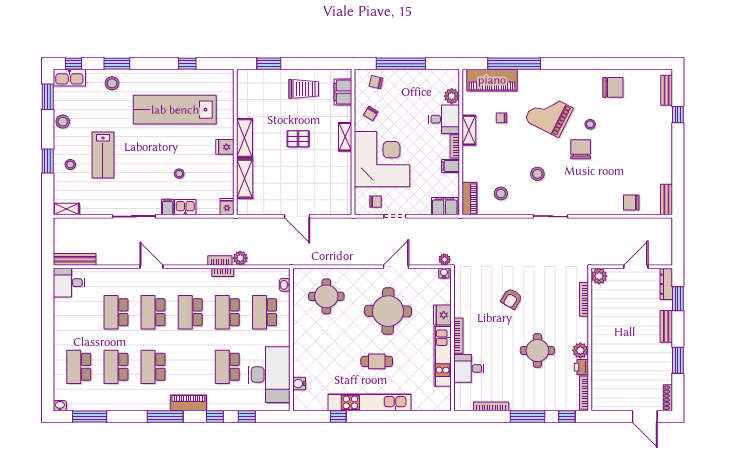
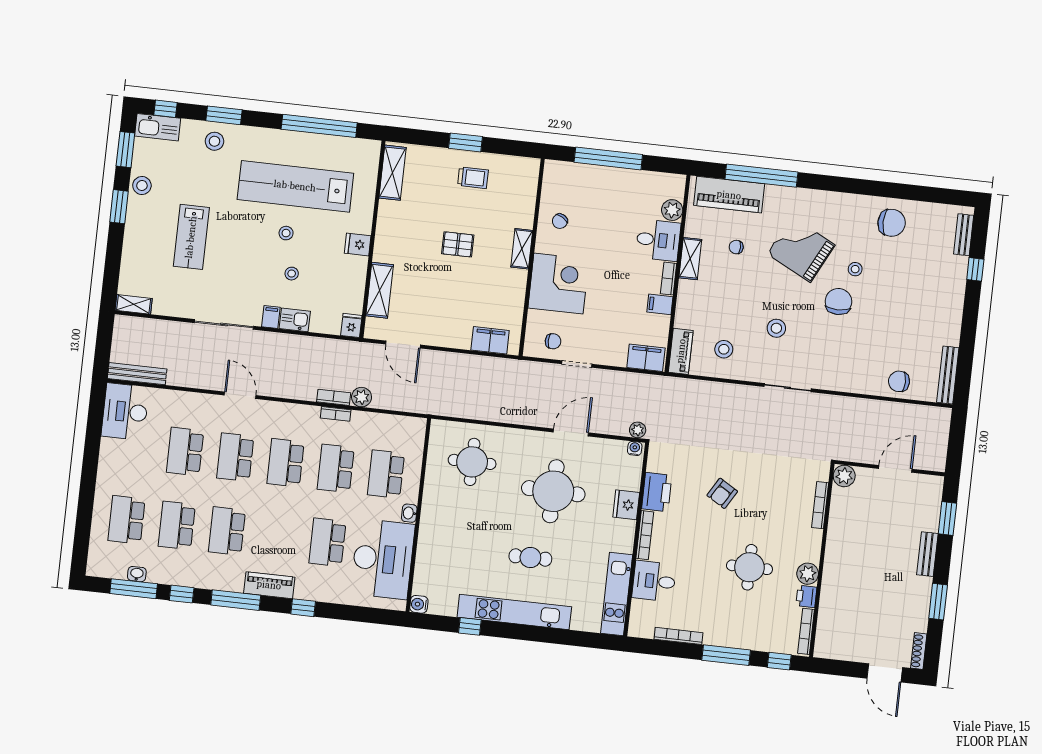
window: (187, 64) -> (319, 126), width x3.17
window: (269, 64) -> (466, 142), moved
chair: (376, 82) -> (572, 180), removed
trolley: (304, 89) -> (473, 178), width x0.73, depth x0.72
filing cabinet: (343, 92) -> (490, 340), moved, turned 90
shelving: (245, 138) -> (393, 173), moved
corner desk: (382, 159) -> (558, 284), width x0.74, depth x0.74
window: (48, 161) -> (119, 207), moved
stool: (70, 165) -> (286, 233), moved
bench: (666, 200) -> (948, 375), width x1.36
door: (297, 216) -> (403, 345), moved
desk: (69, 283) -> (125, 412), width x1.37
dresser: (666, 284) -> (934, 497), removed
washbasin: (285, 285) -> (409, 513), moved
printer: (464, 303) -> (657, 492), added
kitchen unit: (443, 356) -> (617, 594), moved
water cooler: (299, 384) -> (419, 604), moved
washbasin: (60, 406) -> (137, 574), moved
window: (247, 417) -> (182, 594), moved

